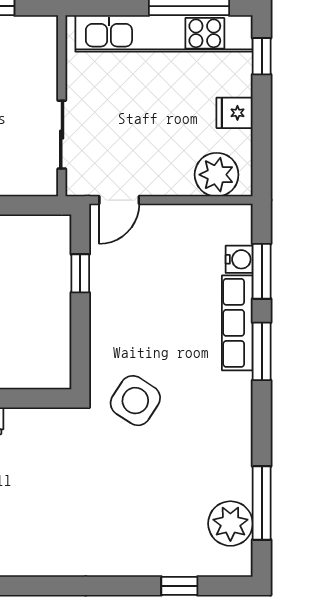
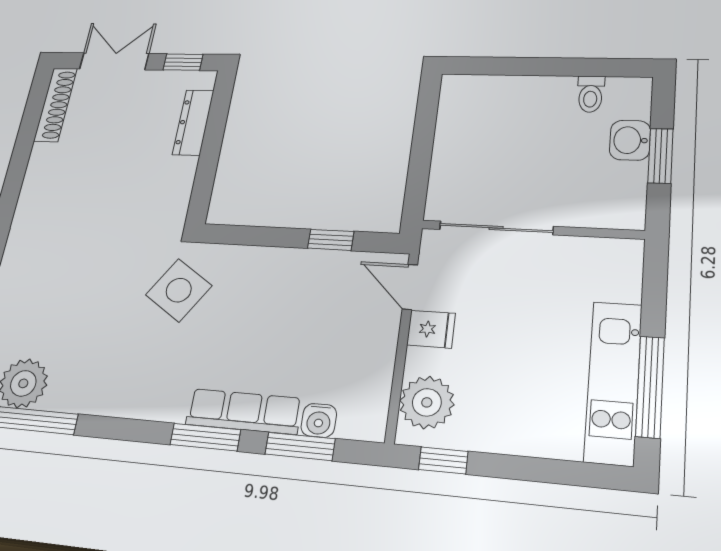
kitchen unit: (164, 33) -> (613, 382), width x0.73
window: (262, 56) -> (443, 460), moved
fridge: (235, 113) -> (431, 329), moved, turned 90
sliding door: (62, 135) -> (496, 228), width x1.37

